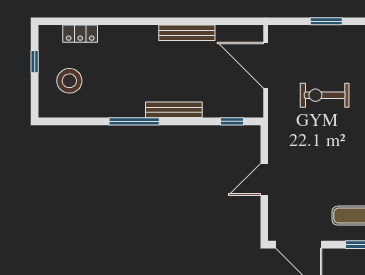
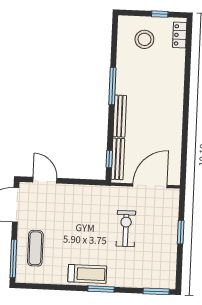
bench: (187, 33) -> (118, 159), moved
locker: (80, 34) -> (180, 35), moved
door: (264, 179) -> (45, 180), moved

